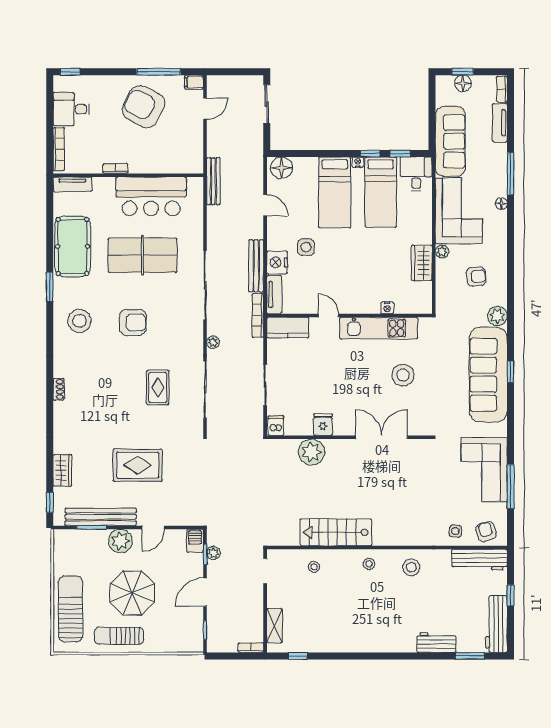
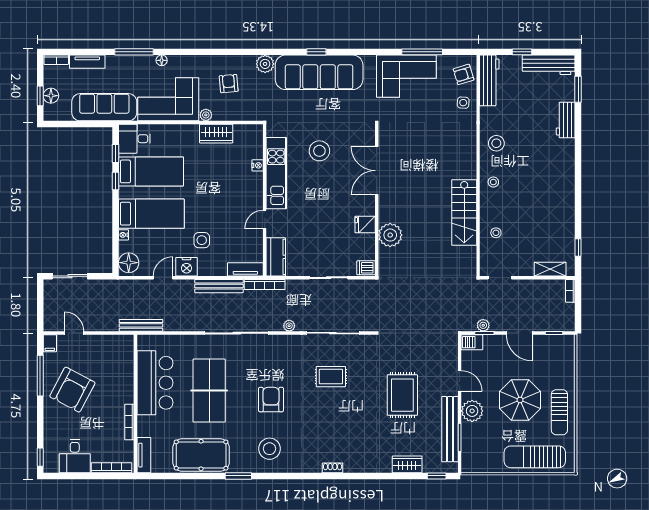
nightstand: (358, 162) -> (124, 235), moved
bookcase: (115, 169) -> (129, 422), width x1.56
nightstand: (277, 262) -> (187, 267), moved

